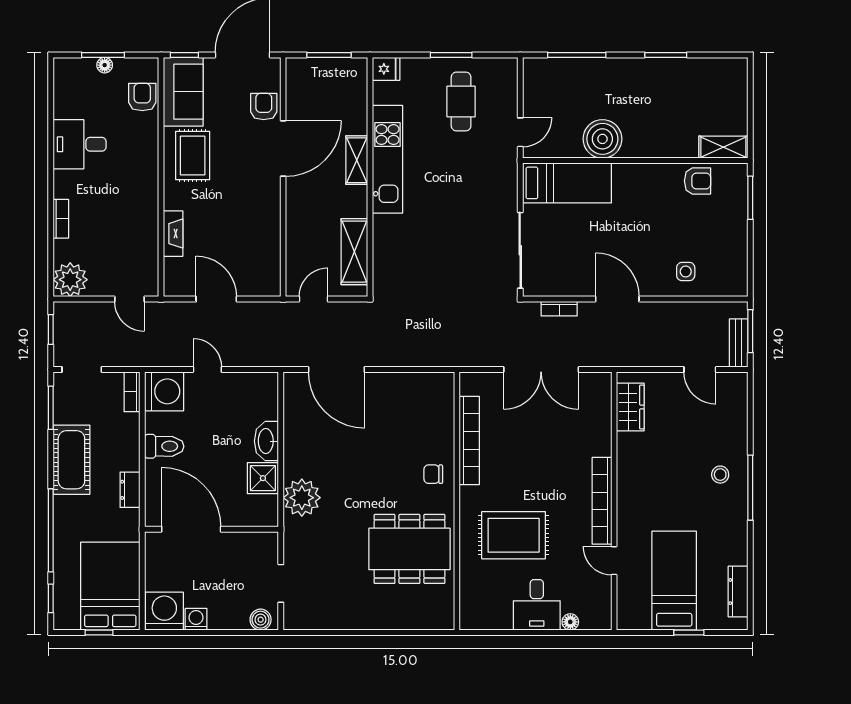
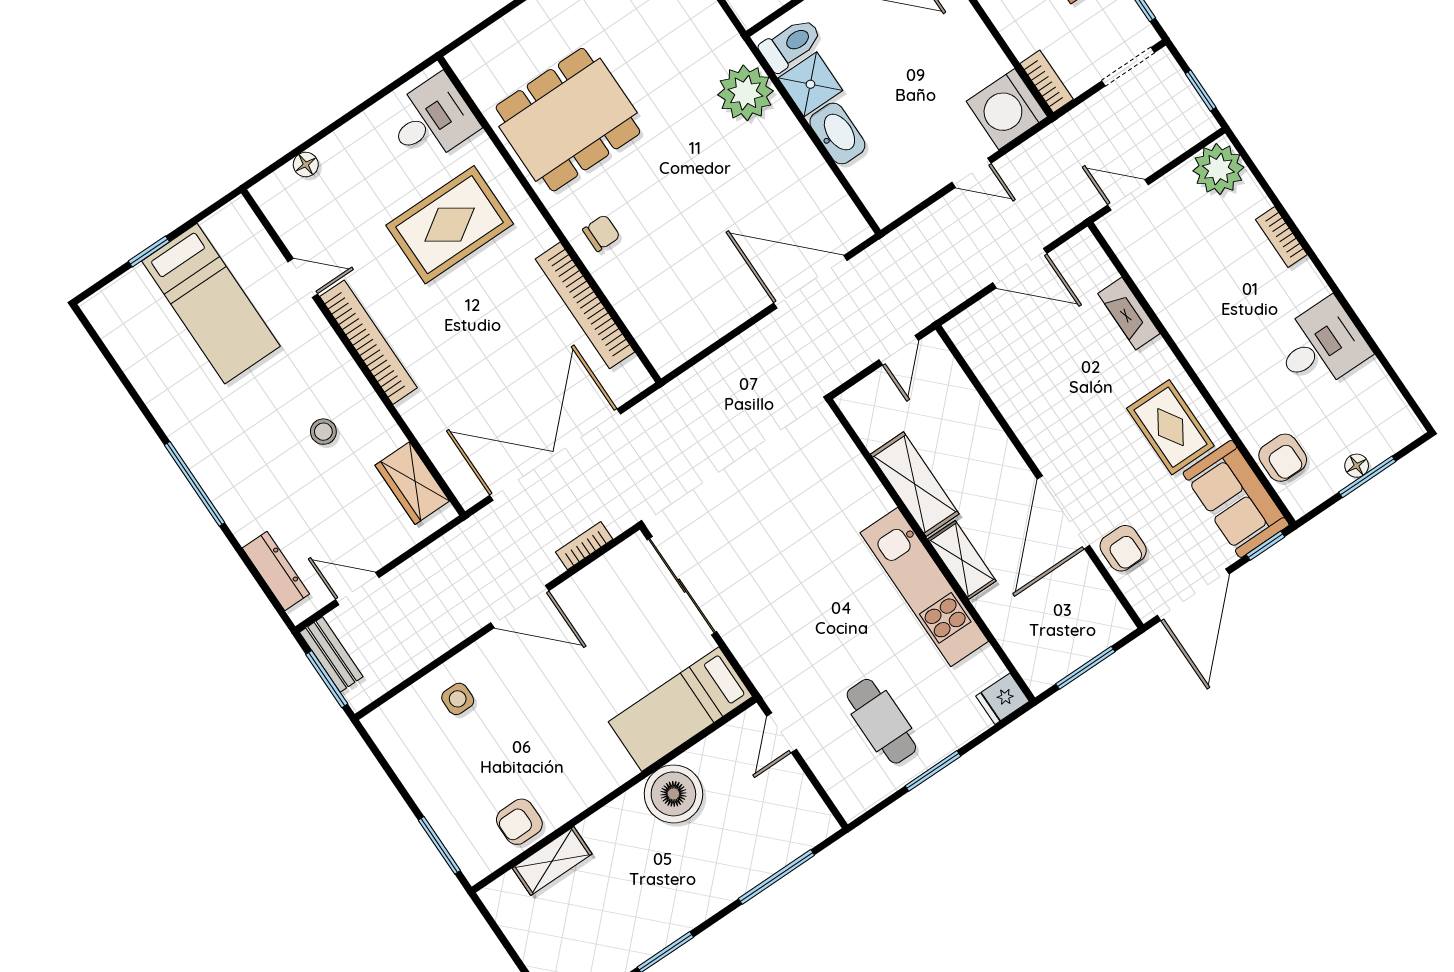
shelving: (723, 147) -> (552, 861), moved
shelving: (354, 252) -> (915, 484), moved
double door: (541, 370) -> (555, 455), width x1.36
toilet: (164, 446) -> (791, 44), moved, turned 180
stool: (720, 475) -> (323, 432), moved
dresser: (738, 592) -> (276, 571), moved
desk: (537, 605) -> (432, 120), moved, turned 90

